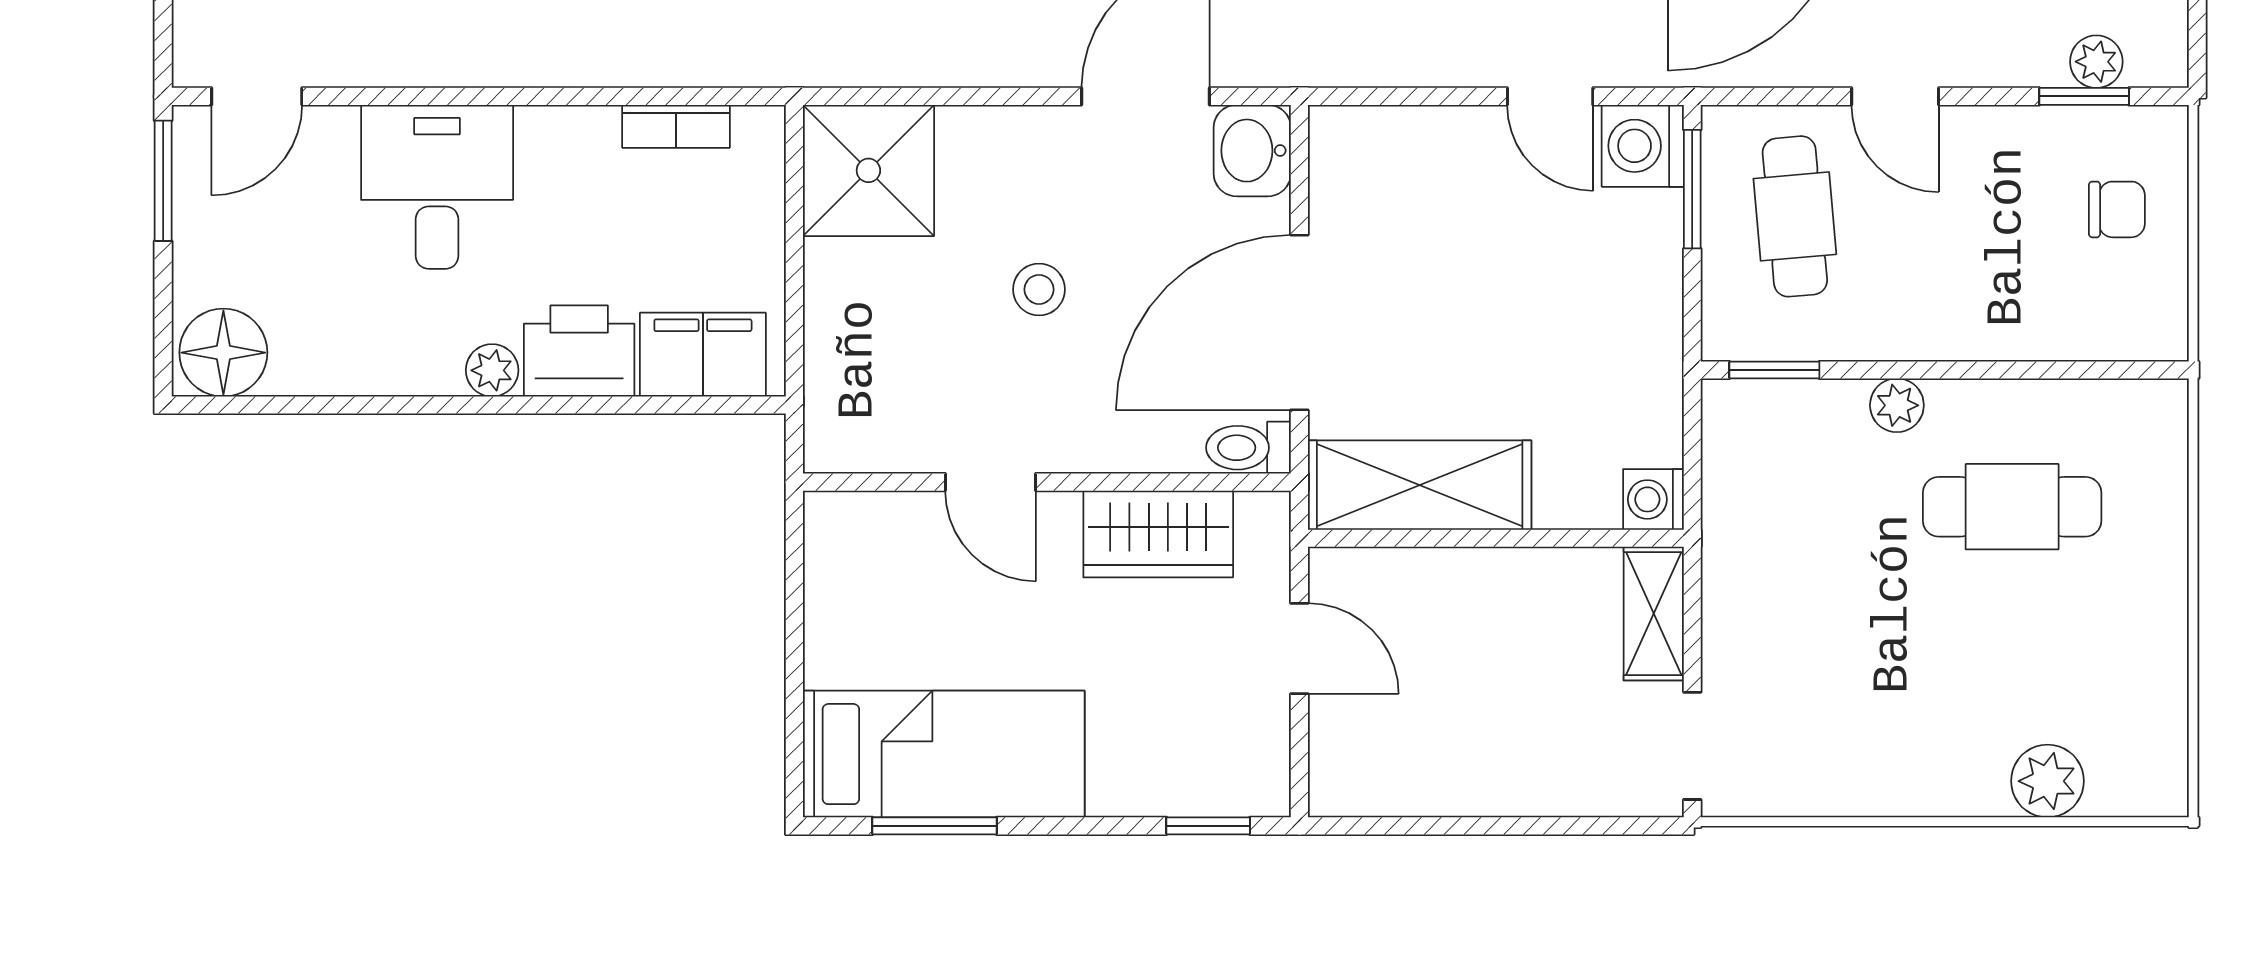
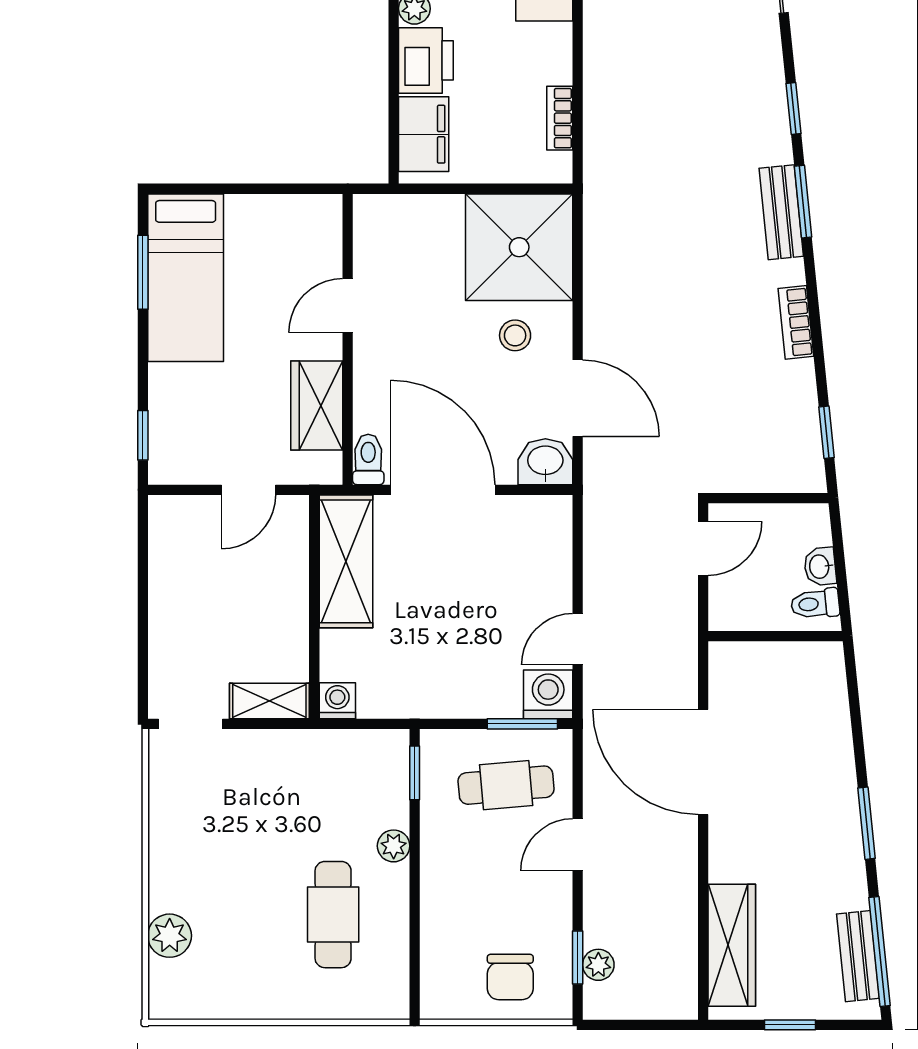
shower: (868, 170) -> (519, 247), width x1.37, depth x1.37
chair: (2117, 209) -> (510, 977), width x1.37, depth x1.37
stool: (1039, 289) -> (515, 335), moved

